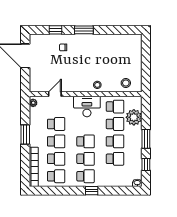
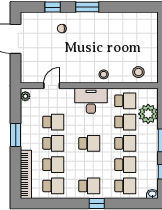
school desk: (86, 159) -> (125, 186), moved

